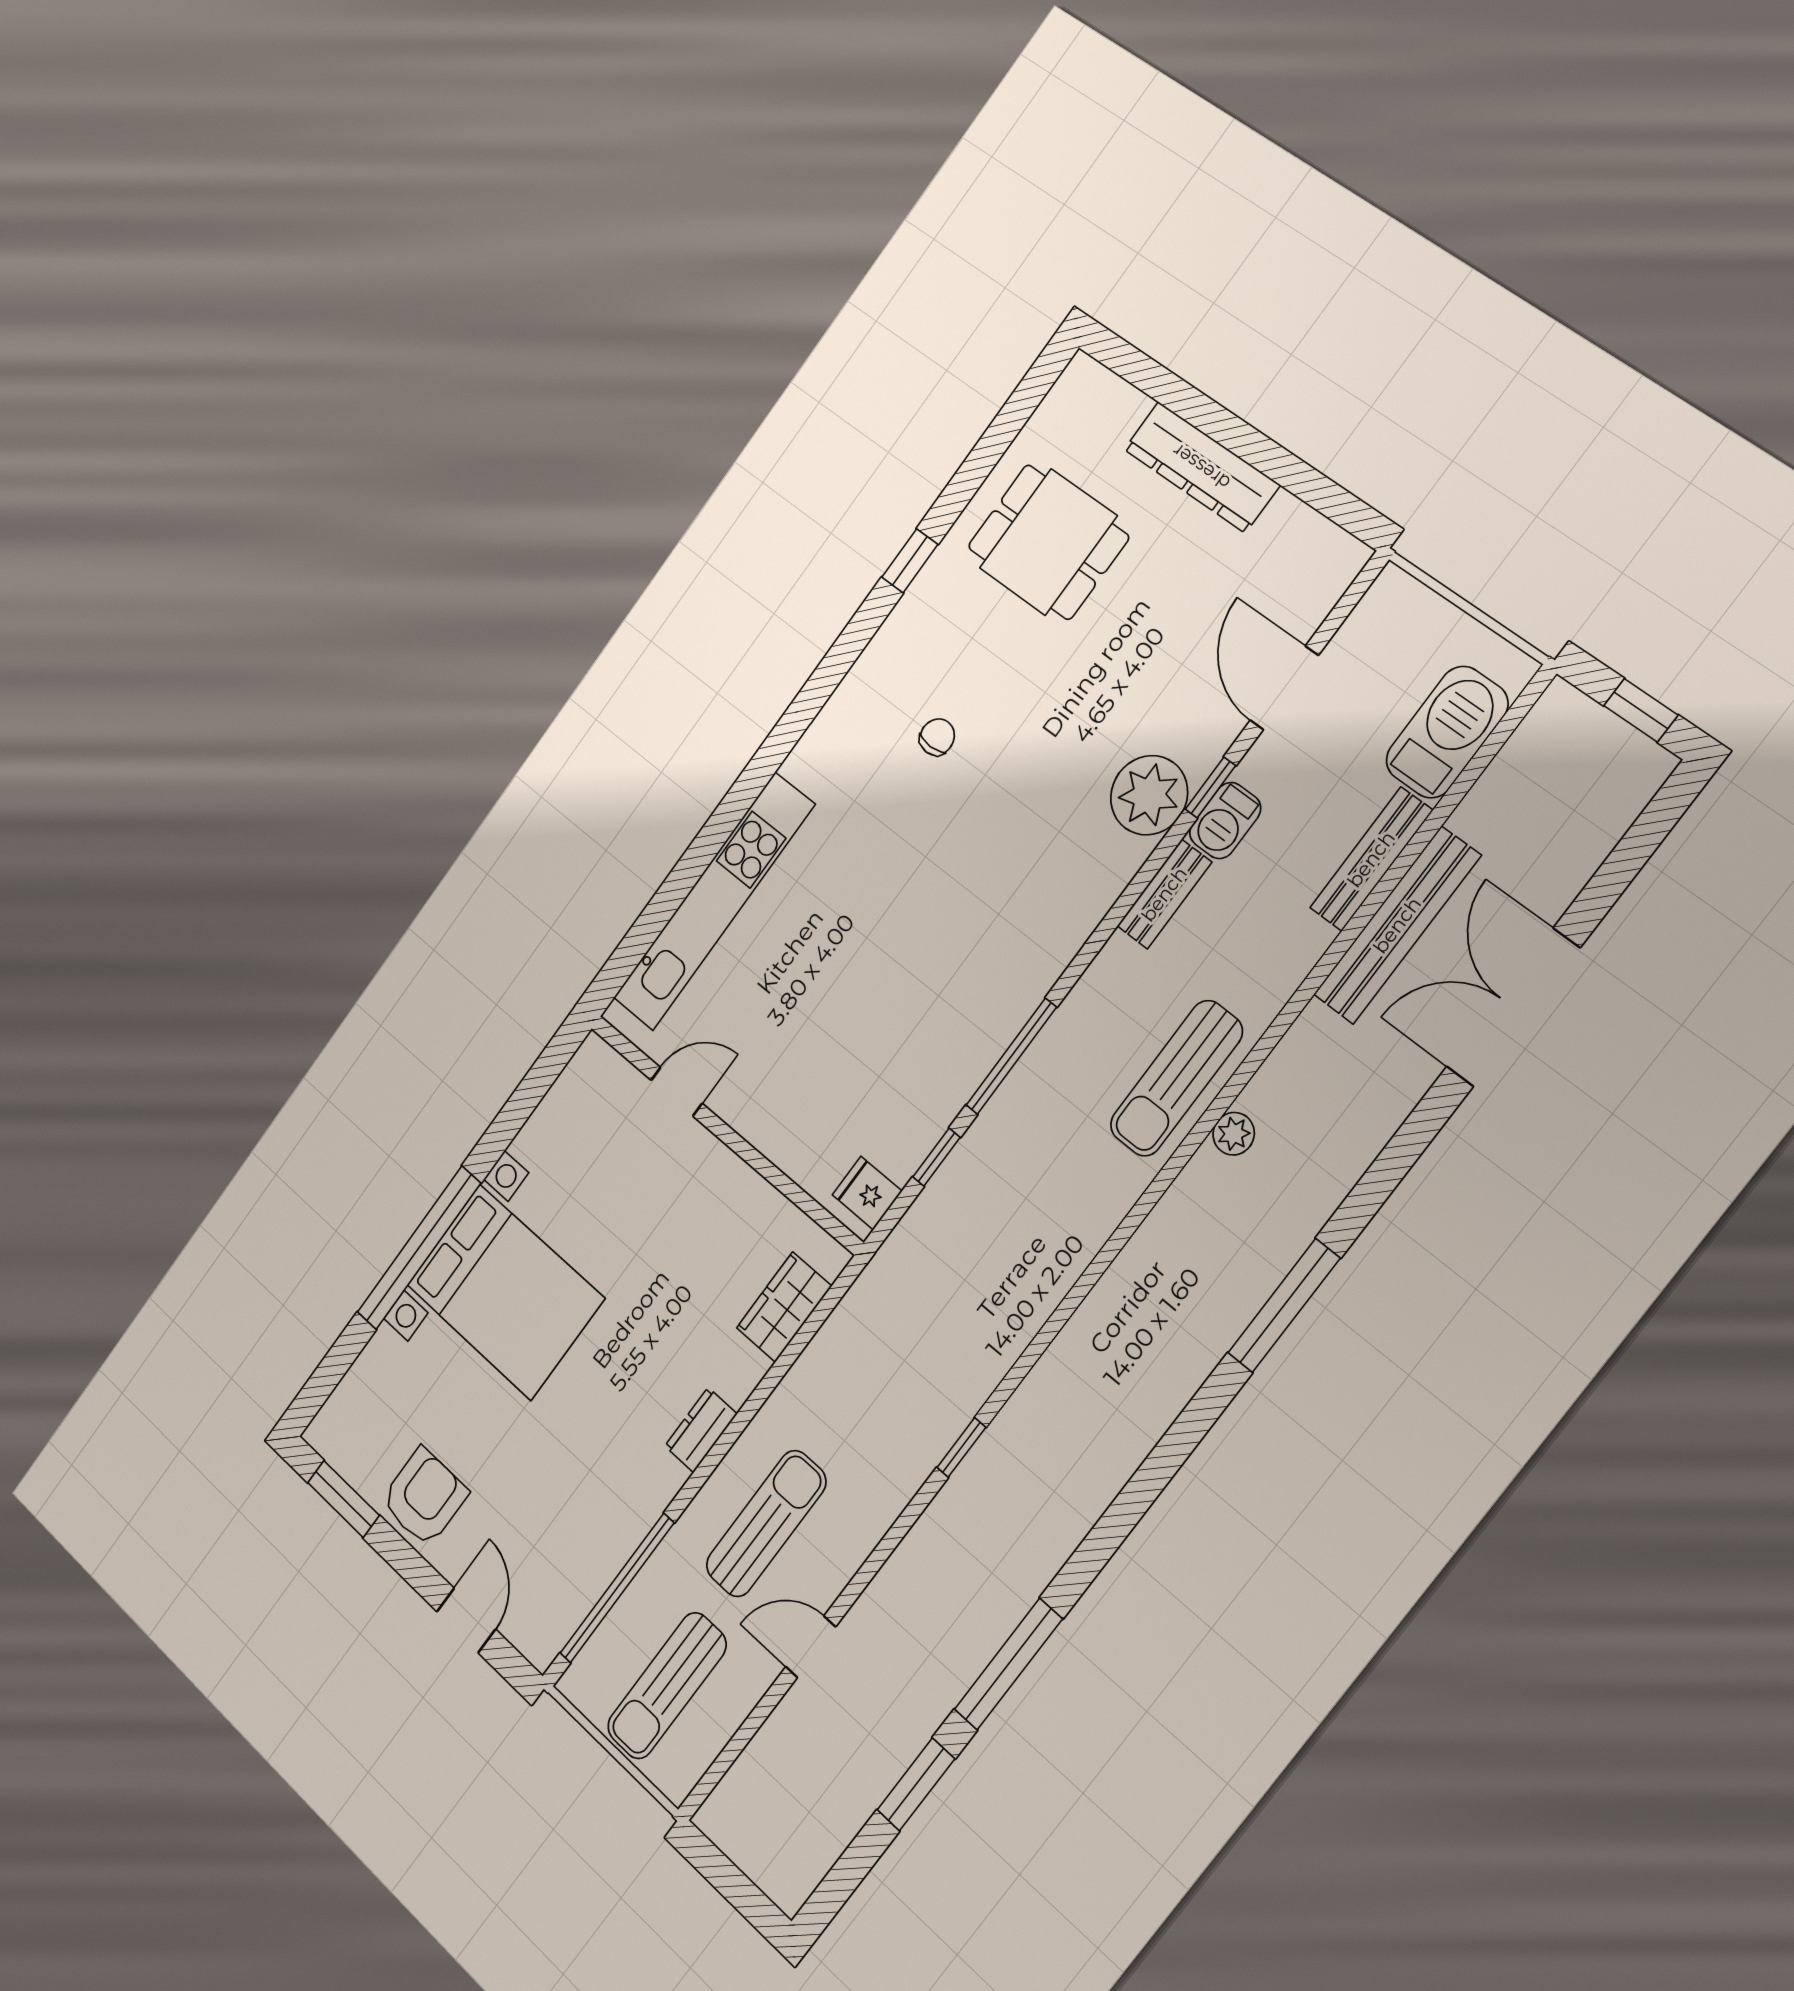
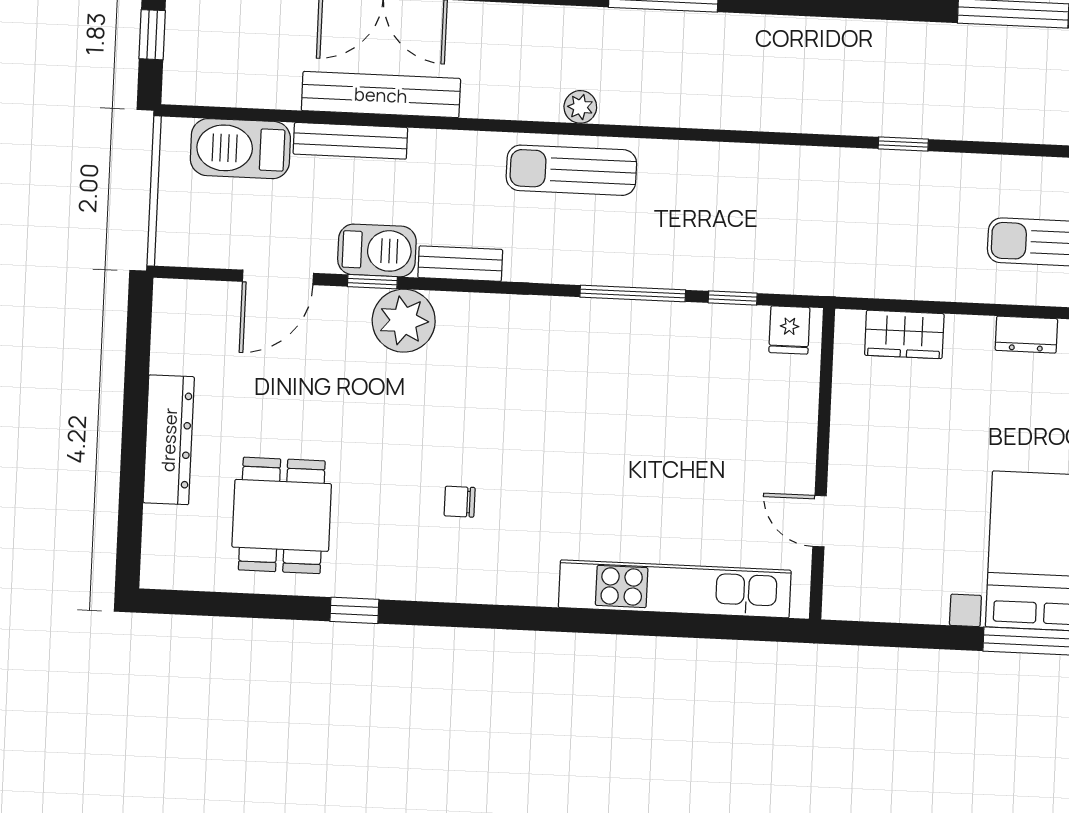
barbecue: (1225, 821) -> (377, 250), width x1.38, depth x1.27
sun lounger: (1176, 1078) -> (571, 170), turned 180

